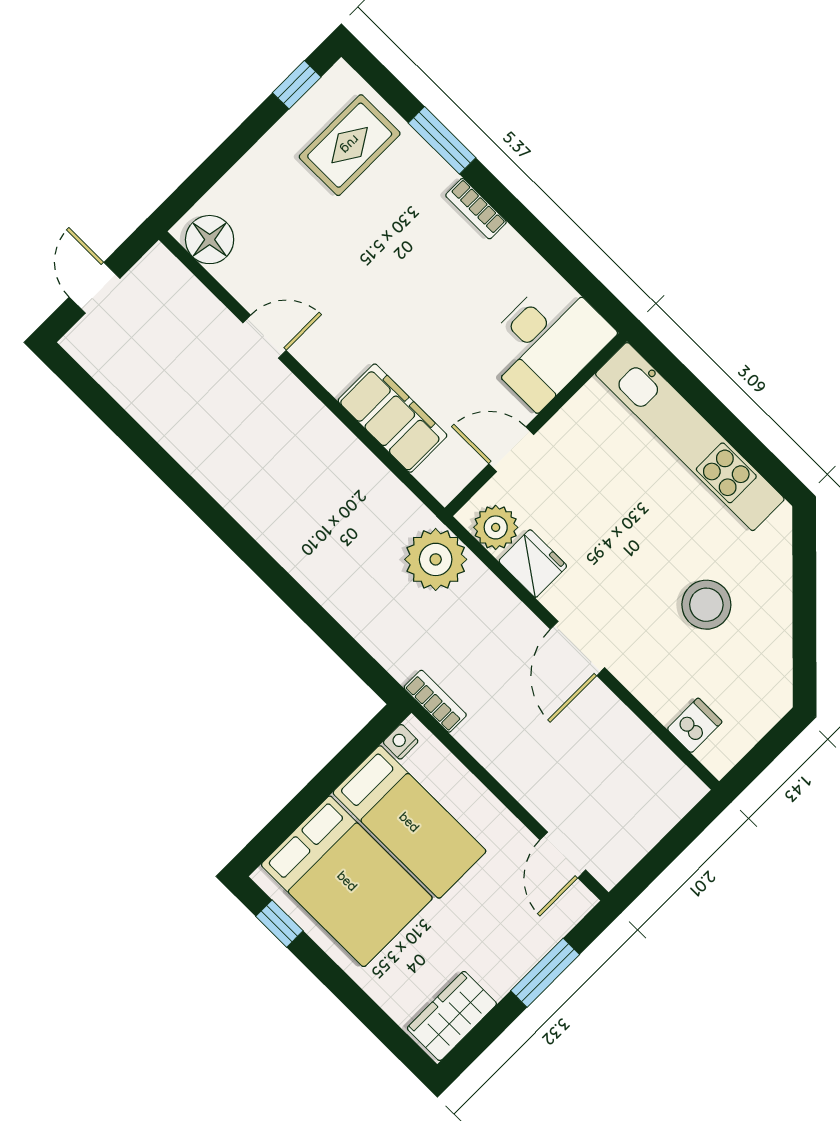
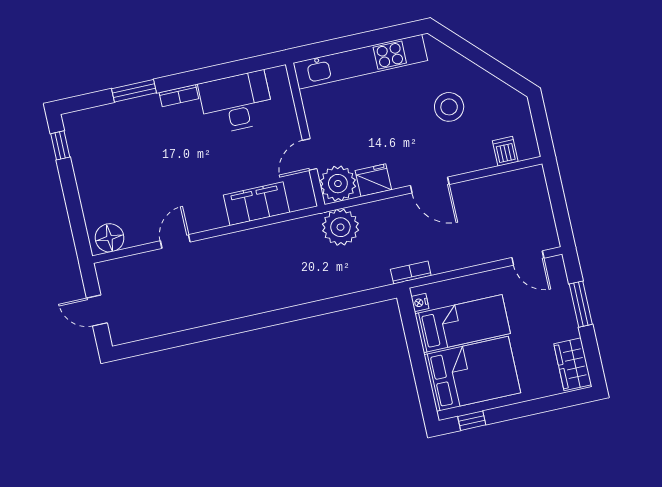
rug: (350, 145) -> (107, 138), removed
desk: (546, 342) -> (236, 103), moved, turned -90
plant: (496, 527) -> (338, 184), width x1.36, depth x1.36

